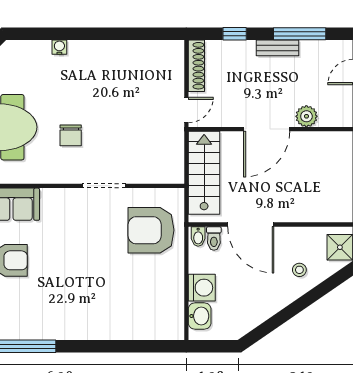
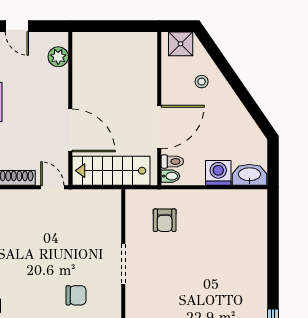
plant: (306, 116) -> (58, 57), moved
door: (267, 129) -> (70, 130), moved
armchair: (151, 230) -> (165, 220), width x0.53, depth x0.53
washbasin: (200, 316) -> (250, 175), width x1.38

